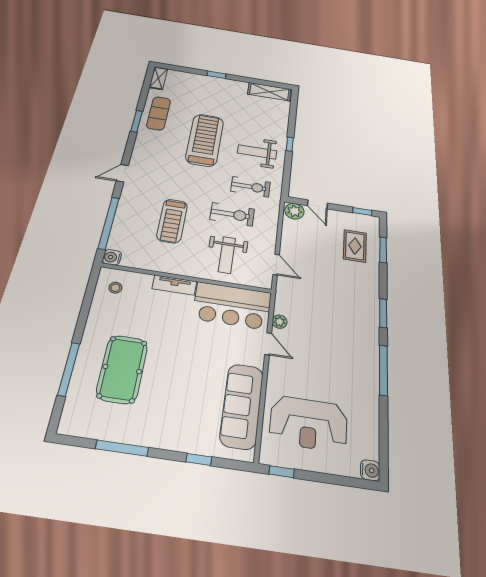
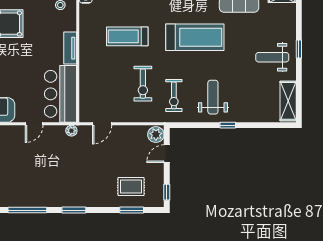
treadmill: (205, 140) -> (195, 37), moved
weight bench: (227, 255) -> (272, 57), moved
plant: (280, 322) -> (71, 131), moved

